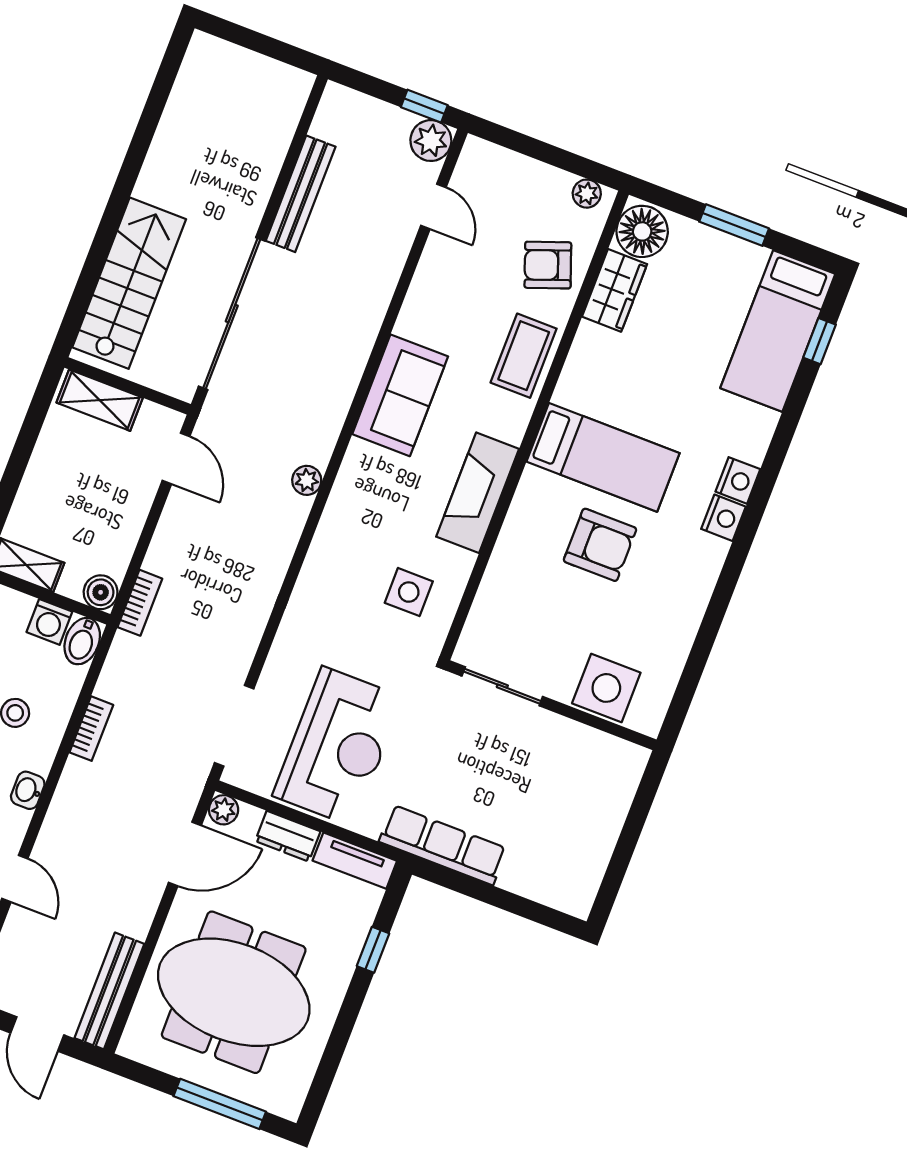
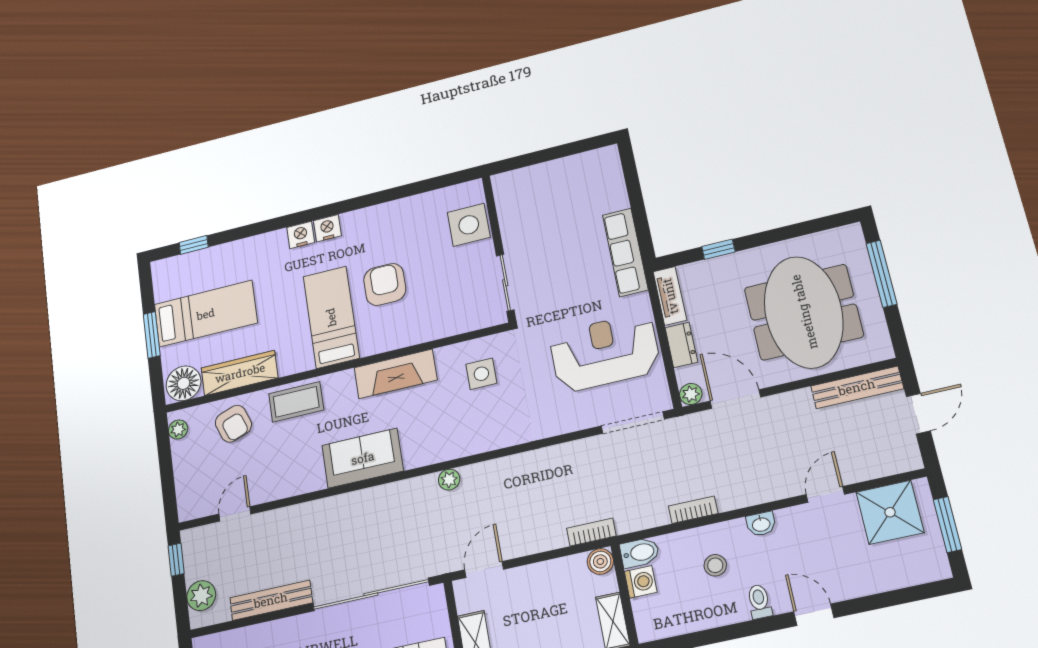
plant: (431, 141) -> (201, 596), moved
wardrobe: (615, 290) -> (240, 373), width x1.50
bed: (778, 331) -> (206, 314), moved

